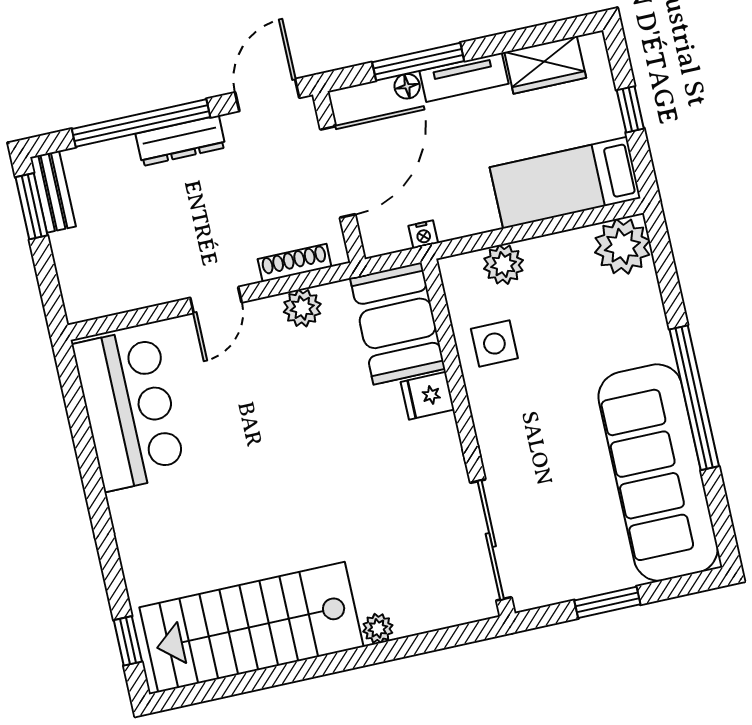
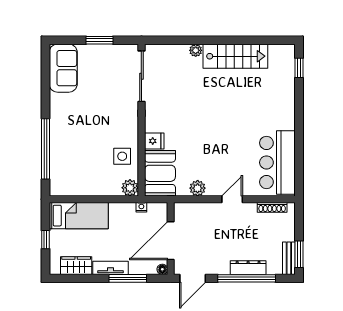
floor lamp: (407, 86) -> (162, 269), moved
dresser: (181, 141) -> (248, 268), moved
plant: (622, 246) -> (61, 184), removed
shoe rack: (295, 263) -> (272, 207), moved
plant: (503, 264) -> (130, 188), moved
window: (694, 398) -> (45, 149), moved
sofa: (658, 473) -> (63, 68), width x0.54, depth x0.79
stairs: (251, 627) -> (235, 56), width x0.73, depth x0.66

